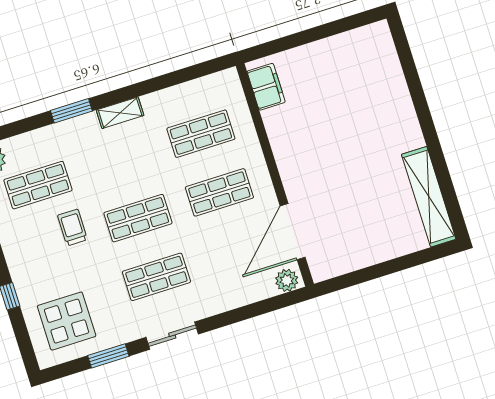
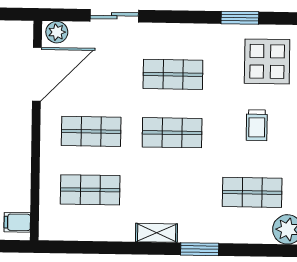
filing cabinet: (266, 87) -> (17, 222), width x0.50
trolley: (72, 227) -> (257, 125), moved
sliding door: (172, 336) -> (114, 16), moved

